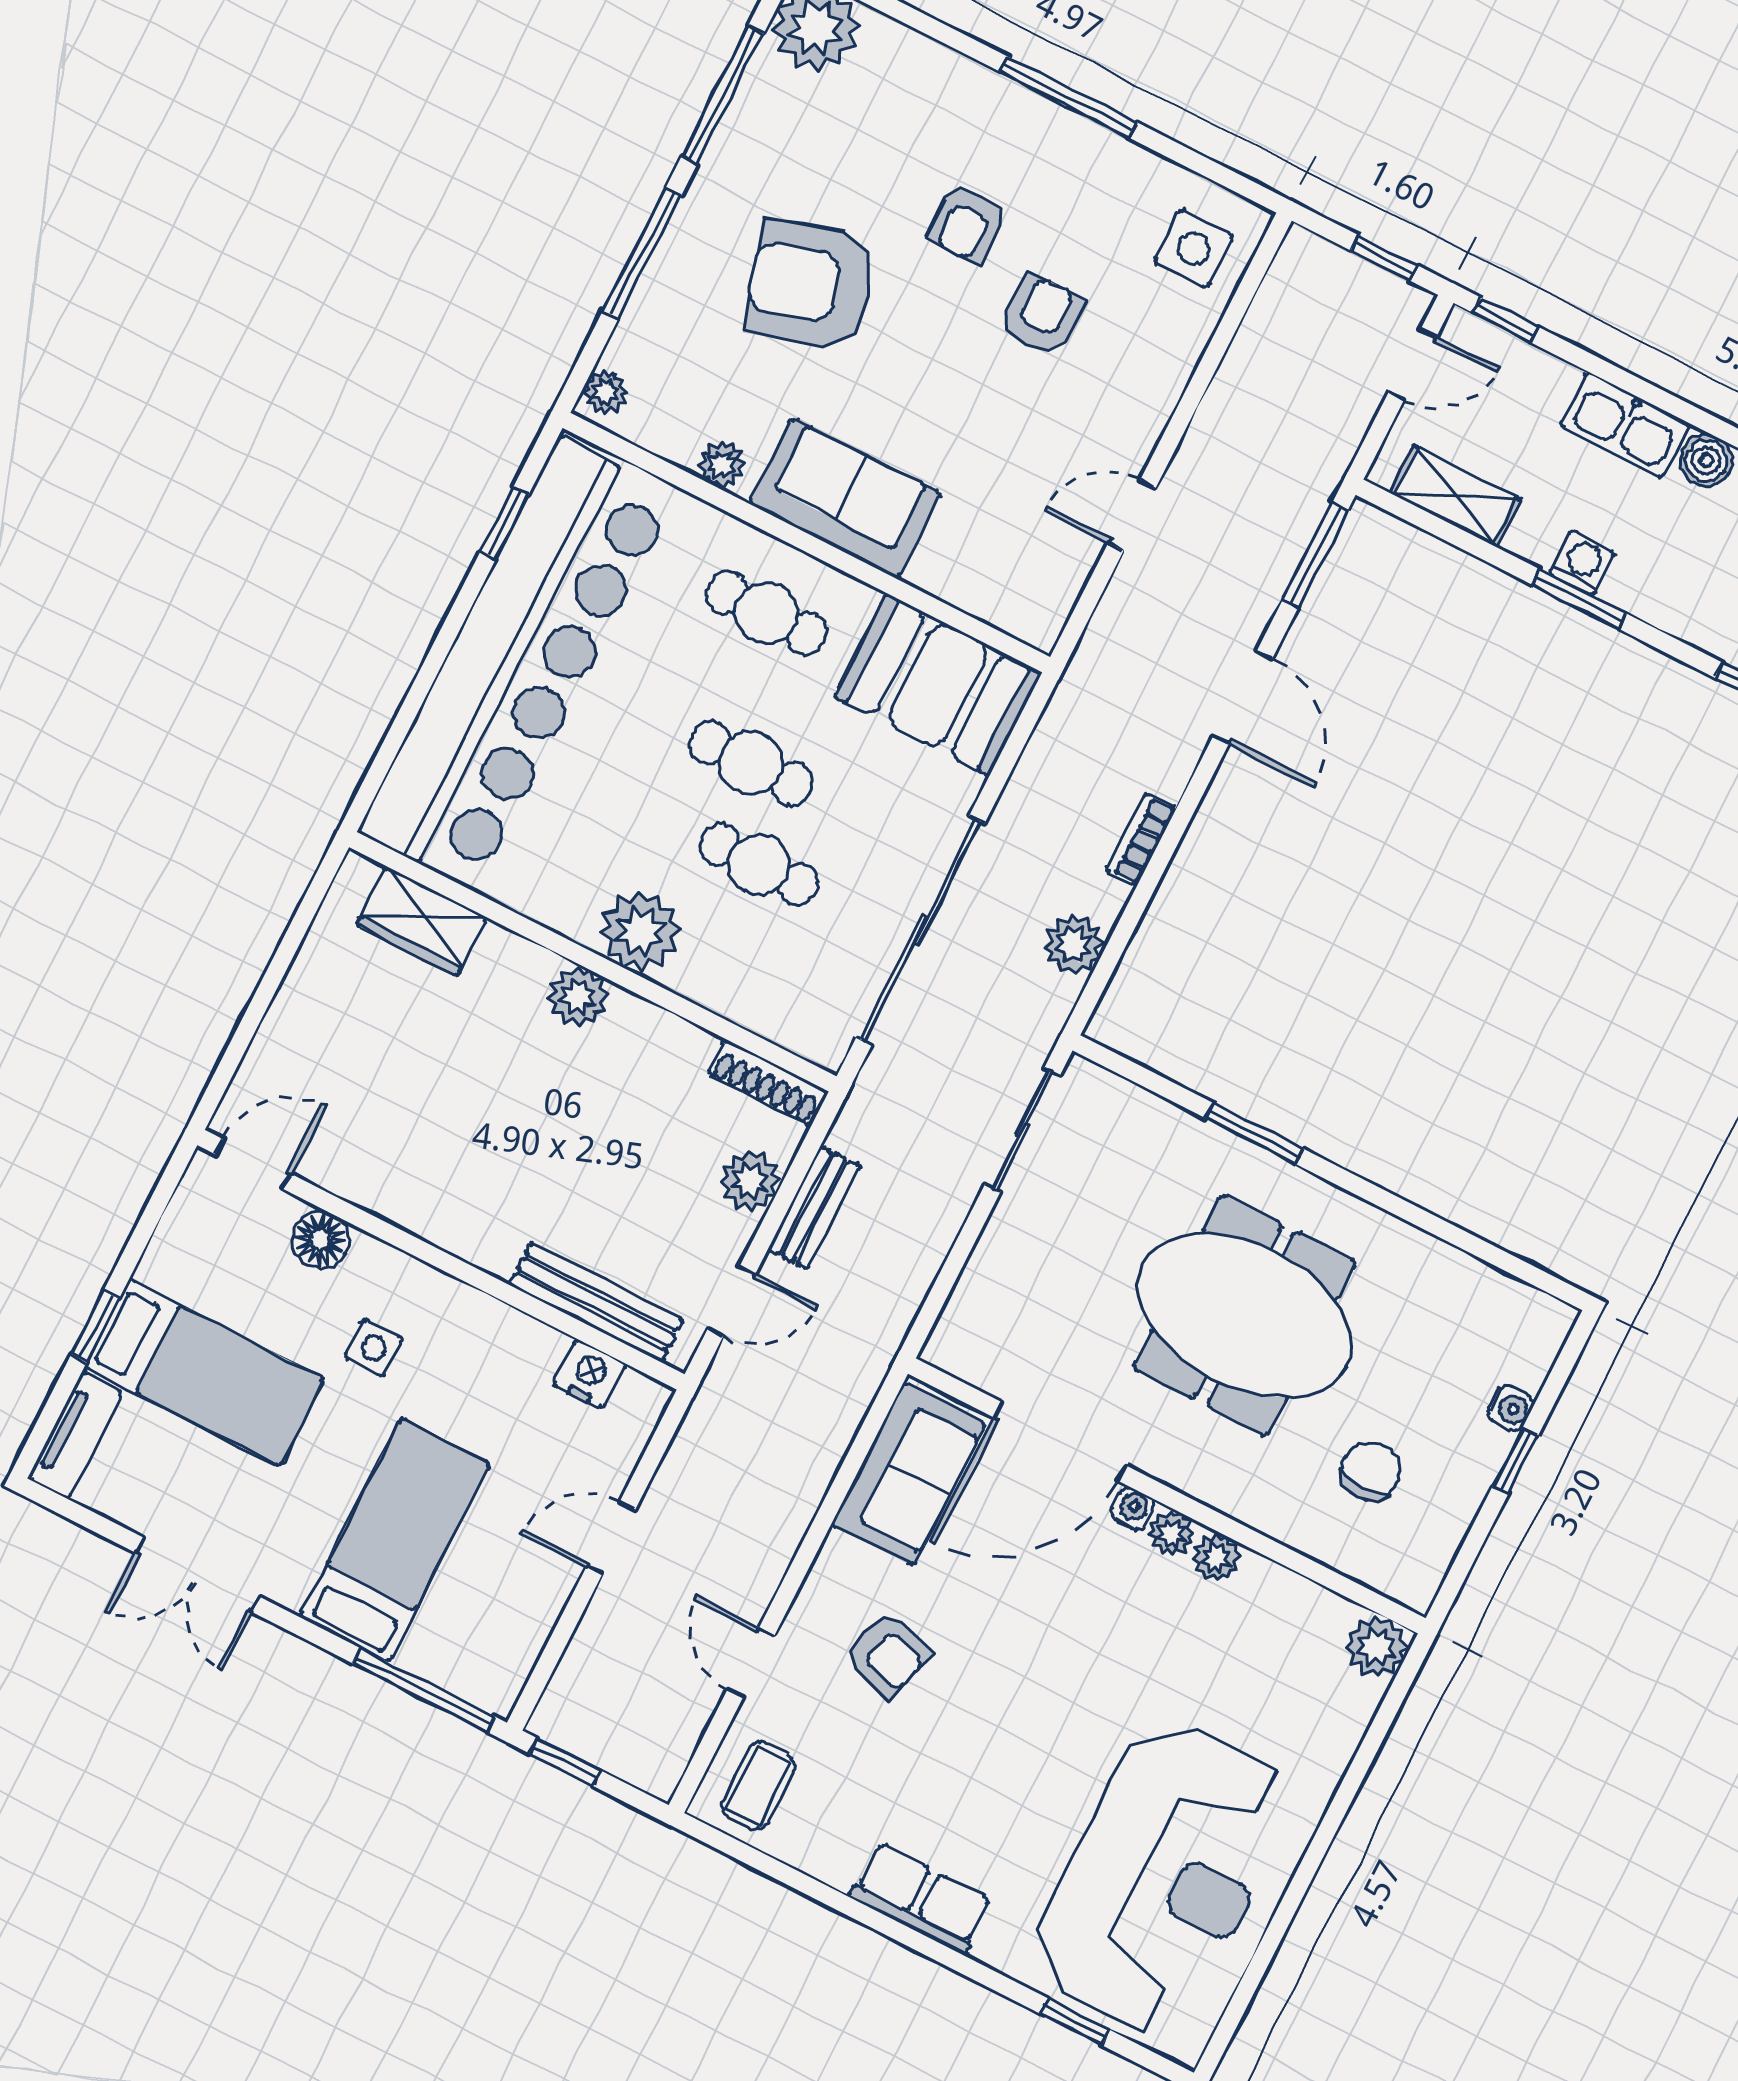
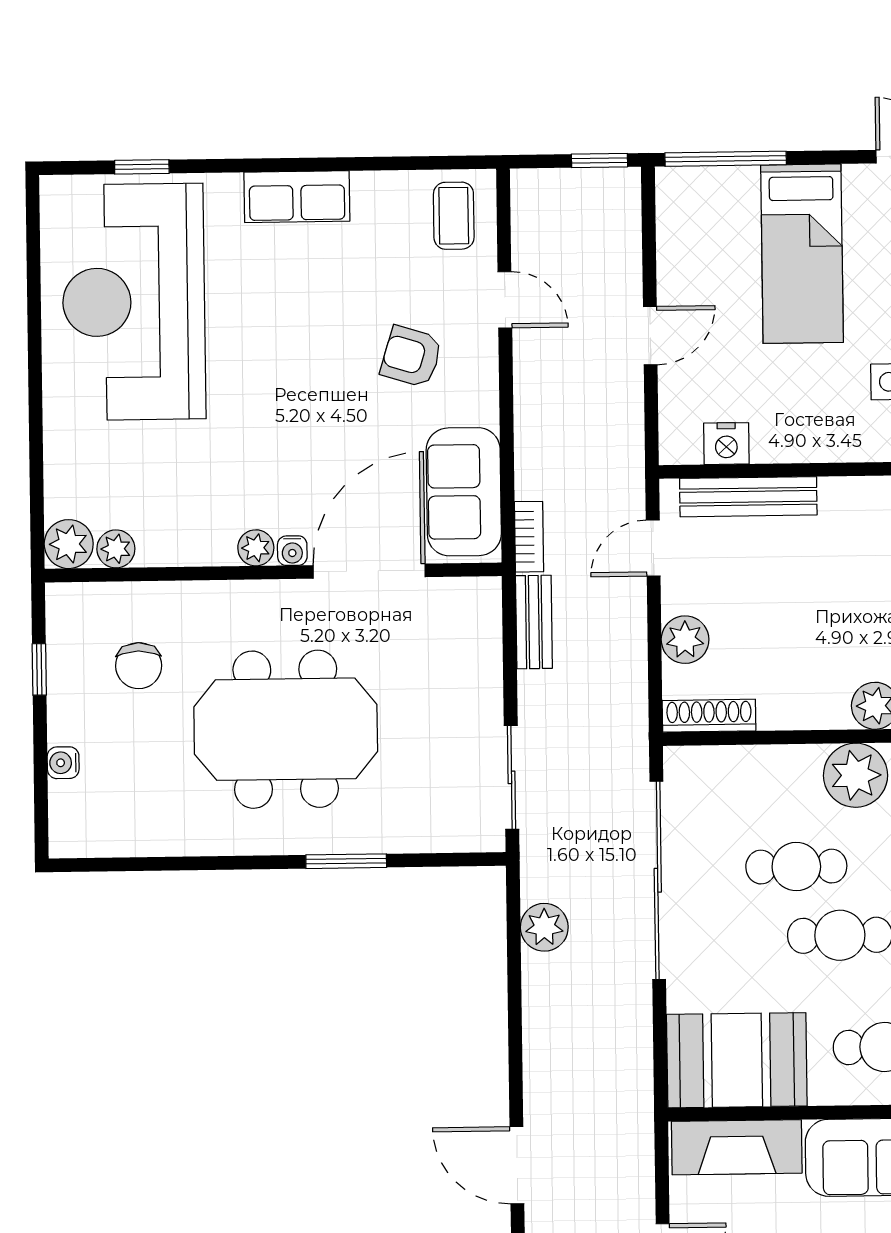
fireplace: (989, 588) -> (737, 1147), added
bookcase: (1141, 839) -> (529, 537), moved
bench: (814, 1208) -> (534, 622), moved
window: (1515, 1461) -> (39, 669), moved
plant: (1216, 1558) -> (116, 549), moved

